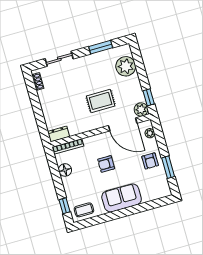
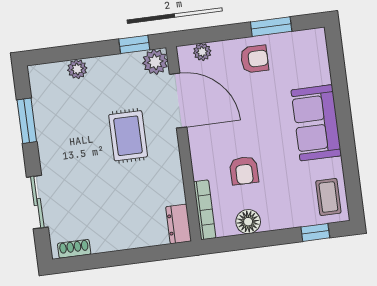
plant: (126, 66) -> (77, 69), width x0.53, depth x0.53
door: (123, 124) -> (178, 101), hinge flipped
armchair: (106, 164) -> (244, 171), moved

